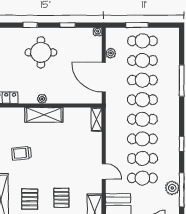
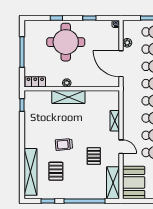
round table: (41, 52) -> (66, 42), width x1.36, depth x1.36
shelving: (97, 119) -> (115, 121), moved
trolley: (21, 153) -> (64, 144), moved
pallet: (61, 198) -> (94, 156), moved

